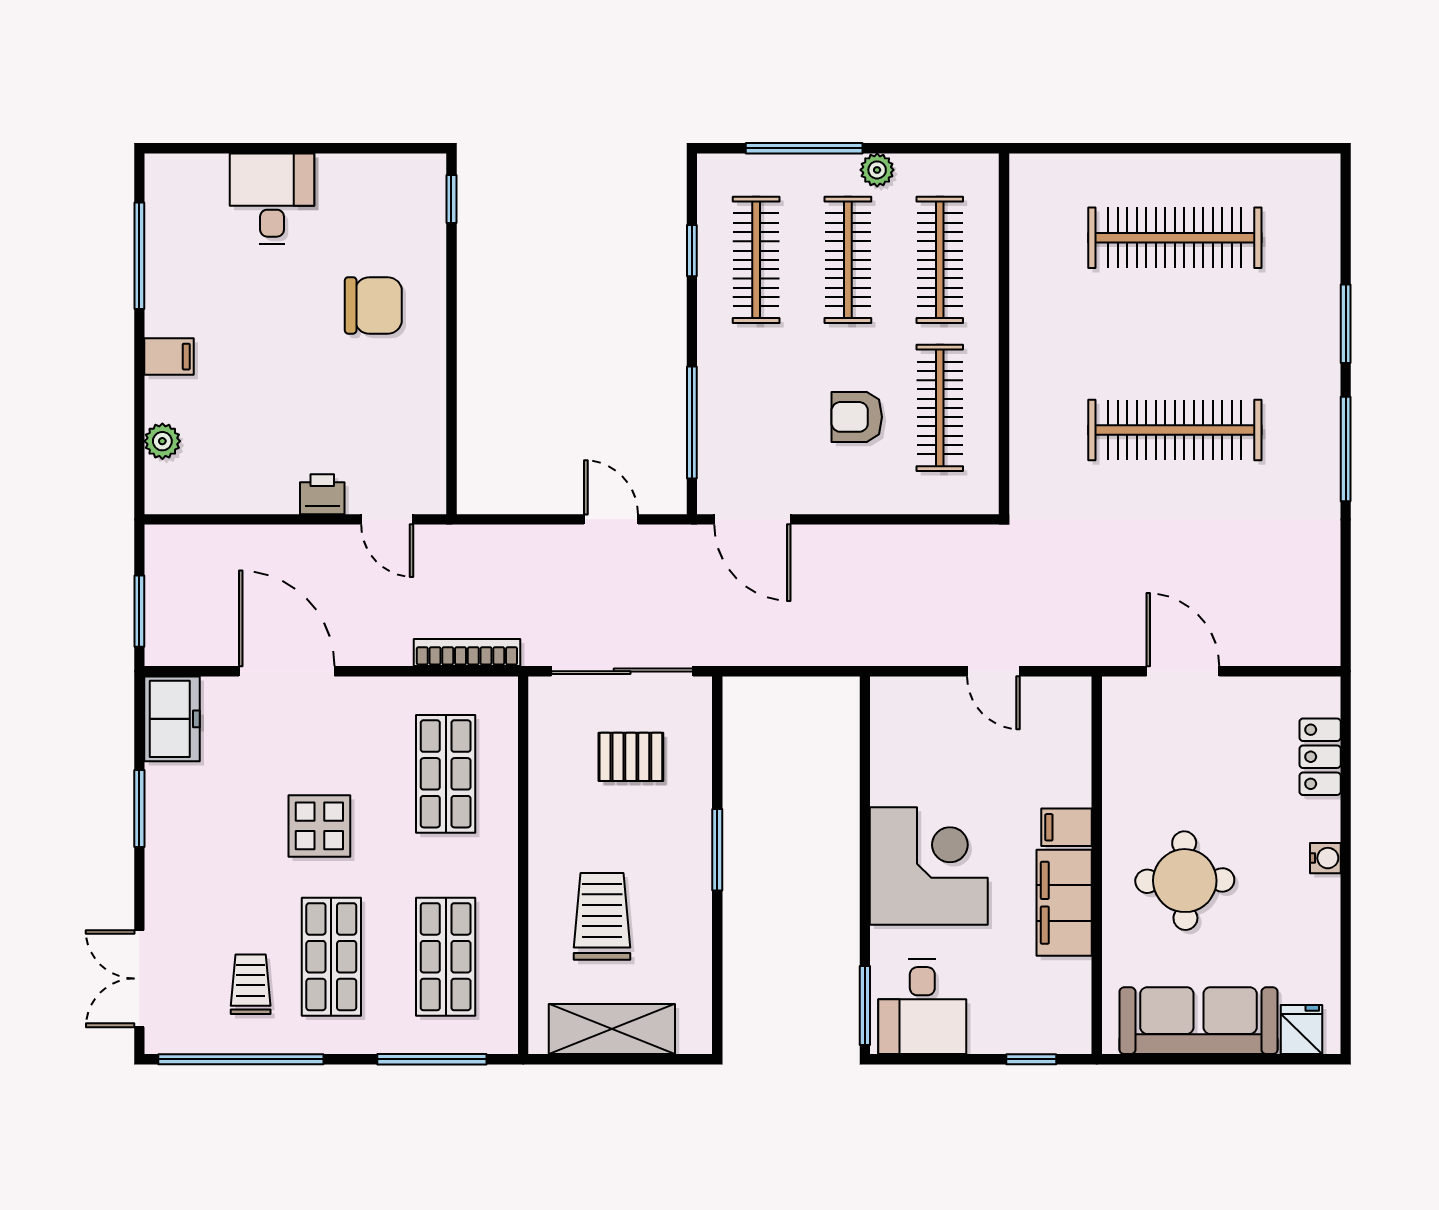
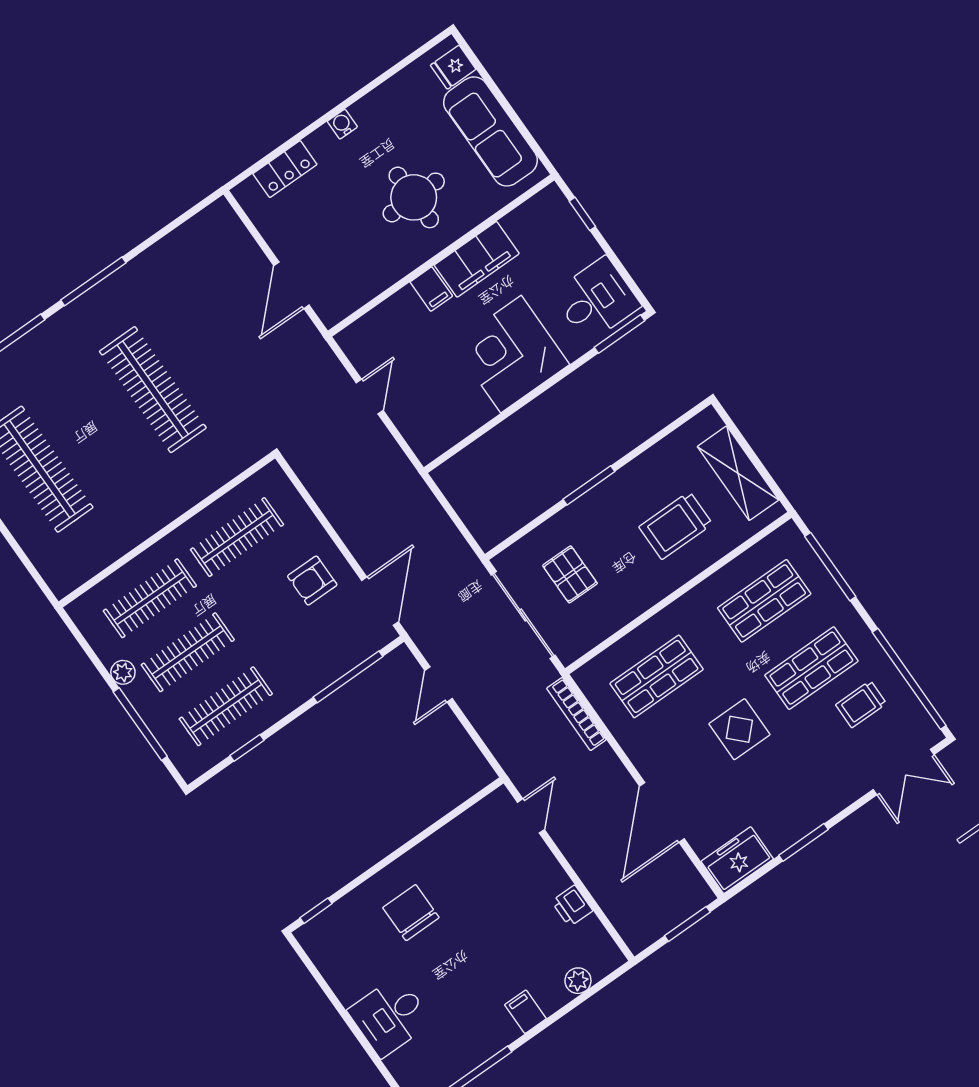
armchair: (857, 417) -> (312, 580), moved, turned 90
printer: (322, 494) -> (572, 906), moved

